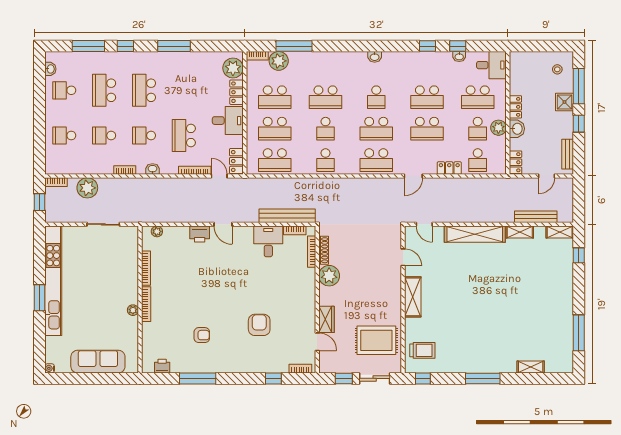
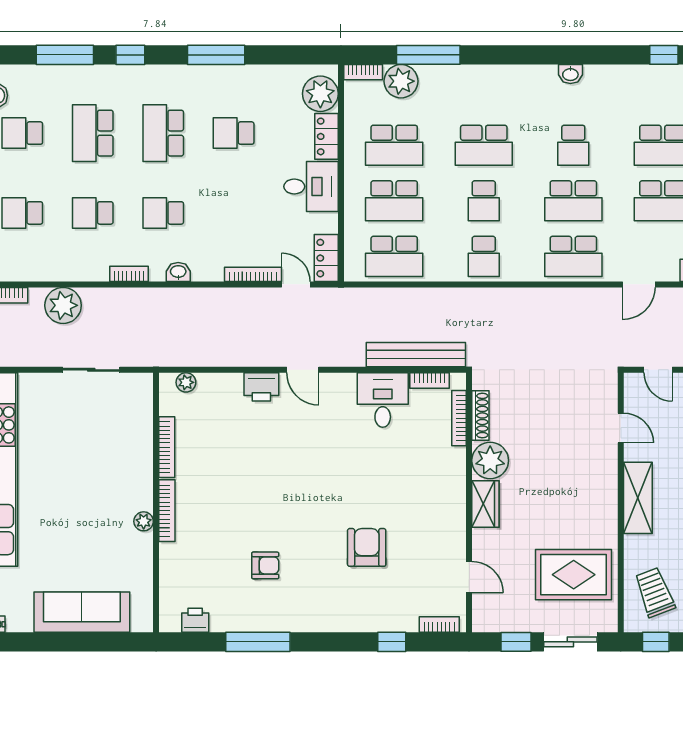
school desk: (184, 136) -> (234, 133), moved, width x0.54
wardrobe: (326, 319) -> (485, 504), moved
trolley: (422, 350) -> (655, 592), turned -111

